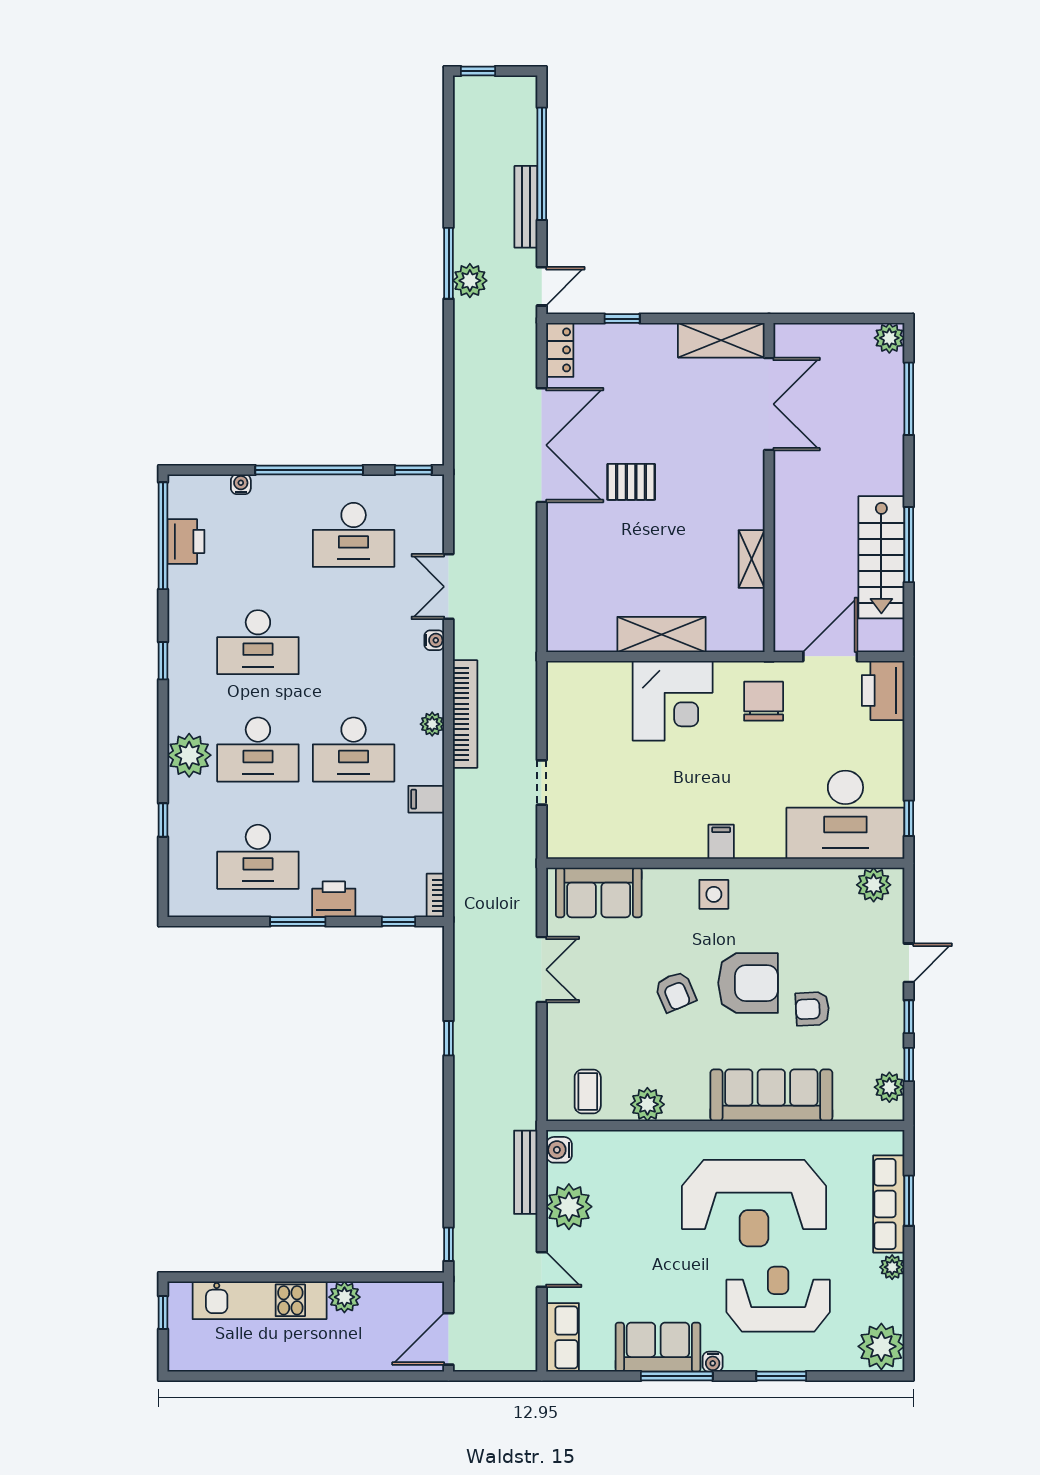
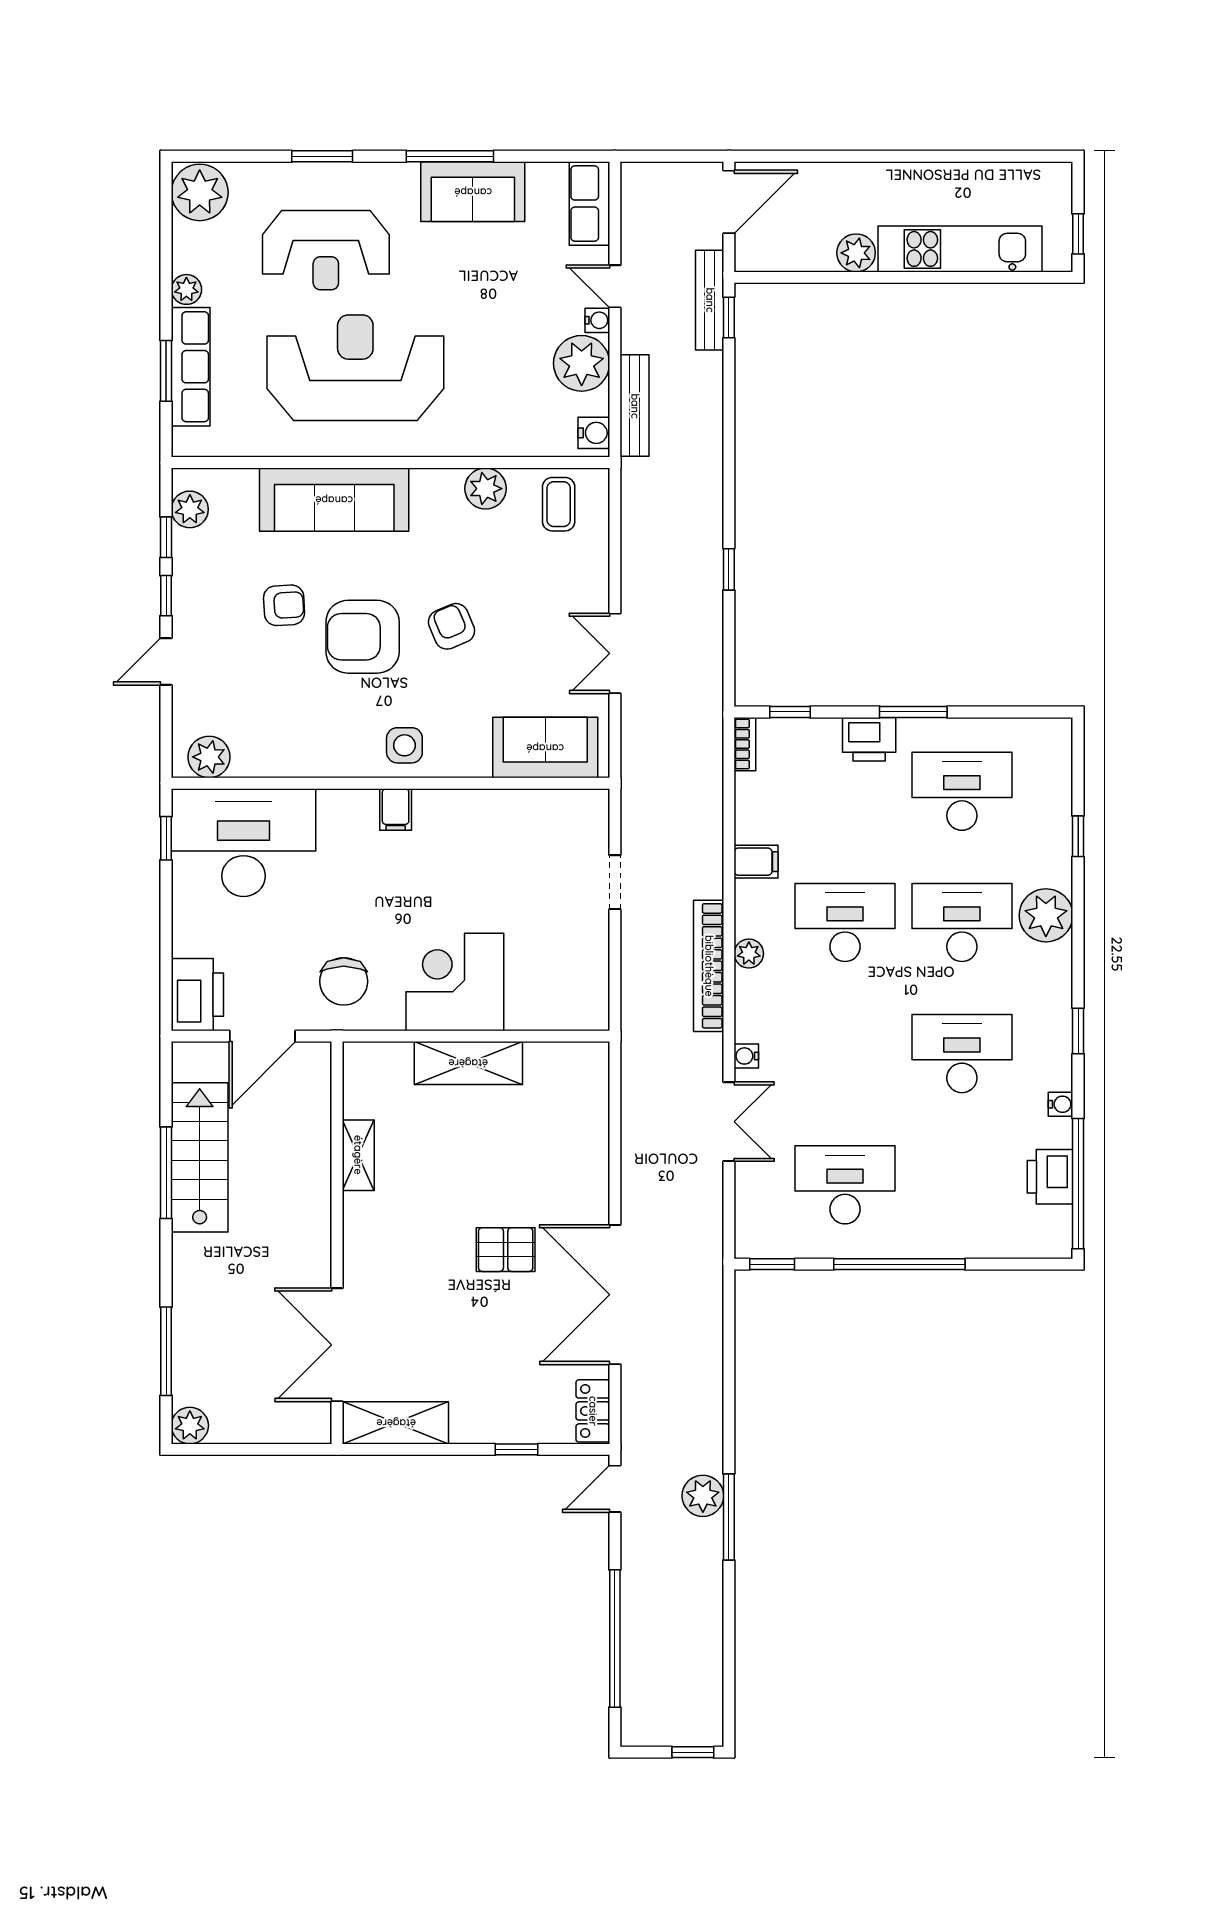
bench: (526, 207) -> (710, 300), moved
water cooler: (241, 484) -> (1061, 1104), moved, turned -90
water cooler: (713, 1362) -> (597, 320), moved, turned 90

